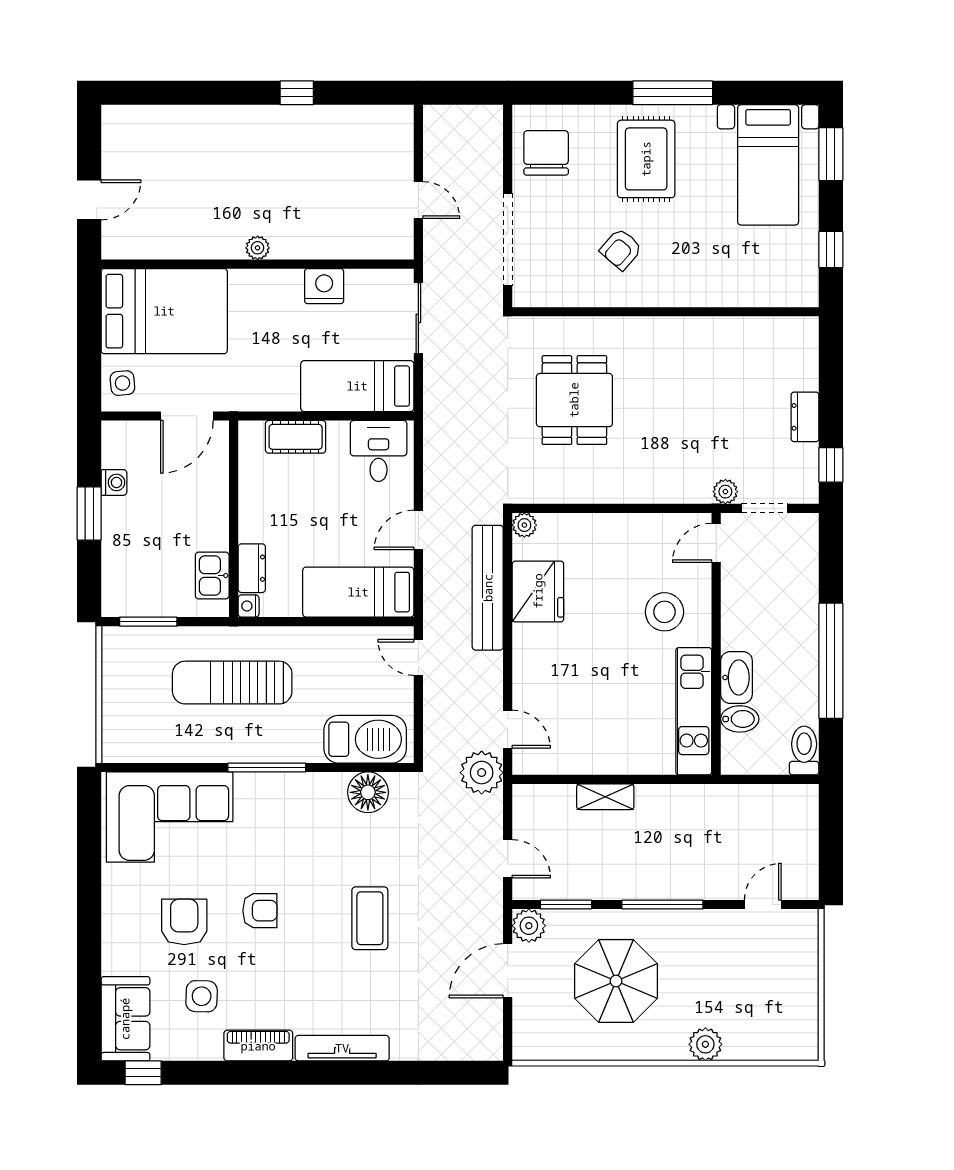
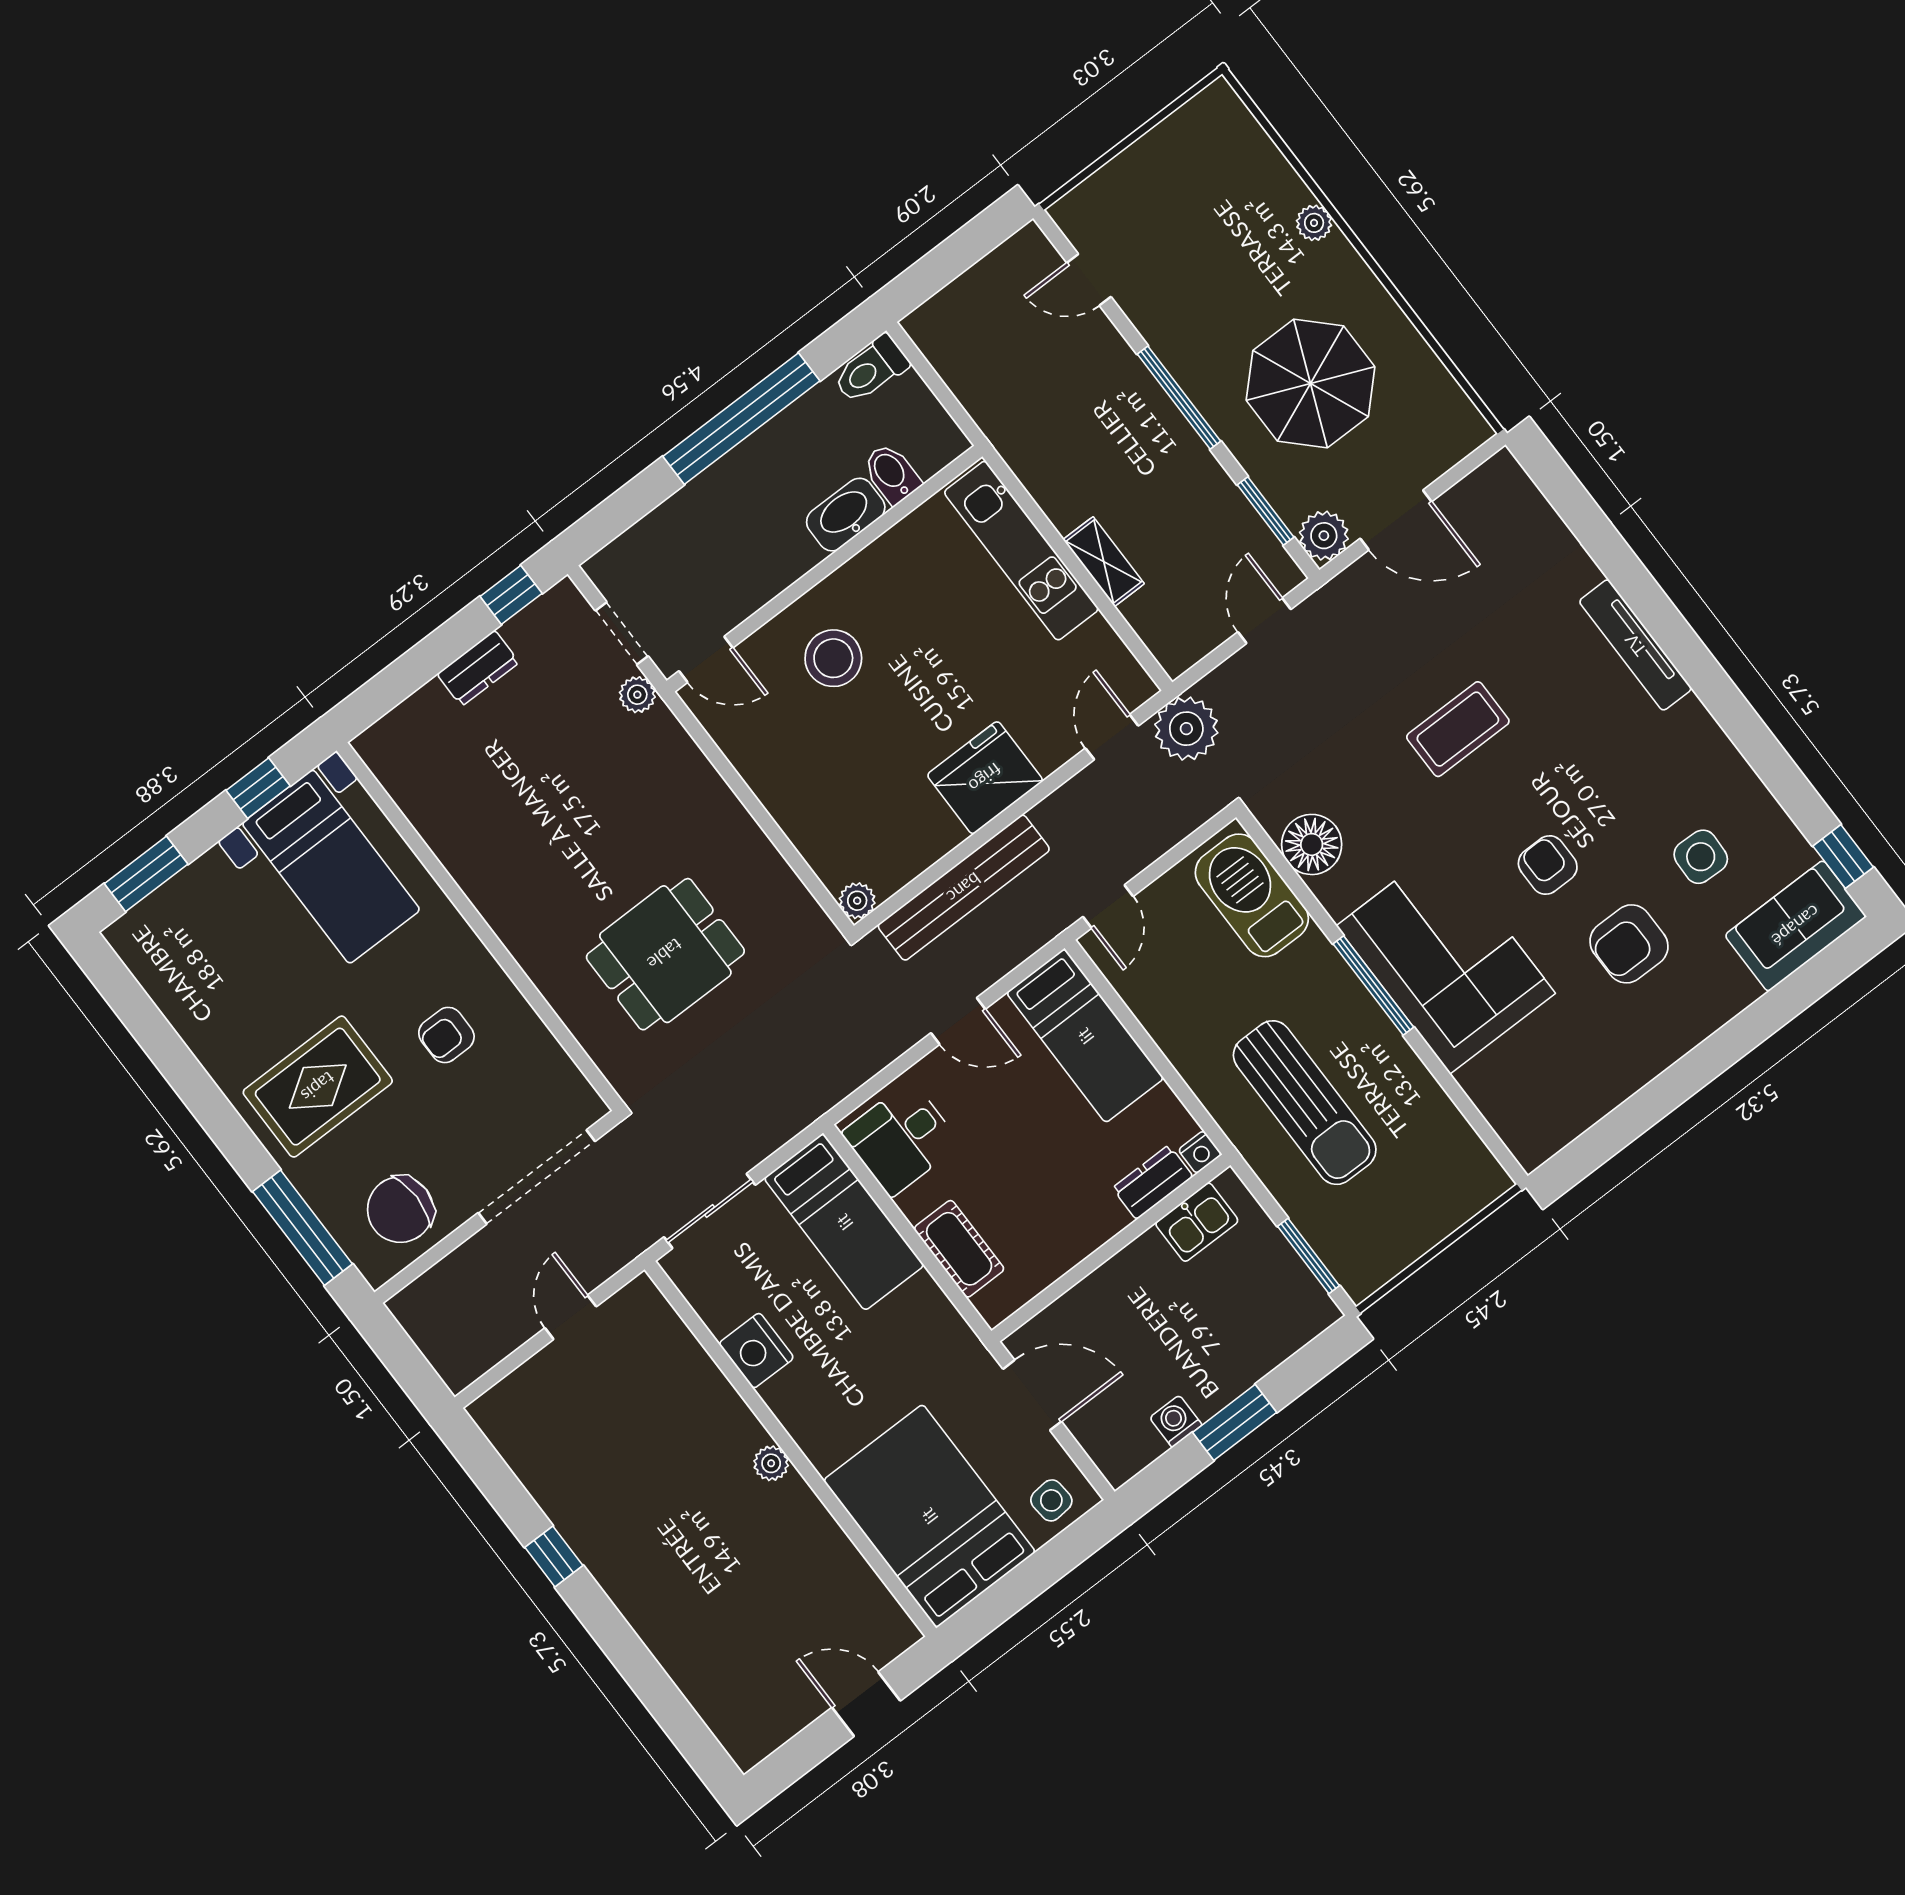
window: (673, 93) -> (302, 1228), moved
bed with nightstands: (768, 165) -> (331, 867), moved, turned 90
armchair: (621, 249) -> (446, 1035), turned 139
fridge: (538, 591) -> (985, 778), moved
kitchen unit: (694, 711) -> (1021, 551), moved, turned 90
corner sofa: (170, 817) -> (1446, 960), moved
plant: (705, 1044) -> (1314, 223), width x0.73, depth x0.73
piano: (258, 1046) -> (1708, 746), removed

